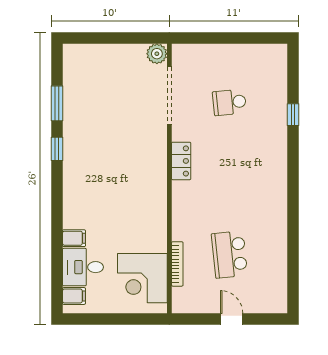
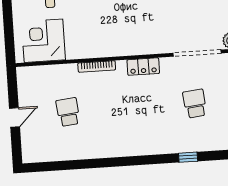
school desk: (229, 254) -> (68, 112), width x0.54
bookcase: (177, 264) -> (97, 66), moved

